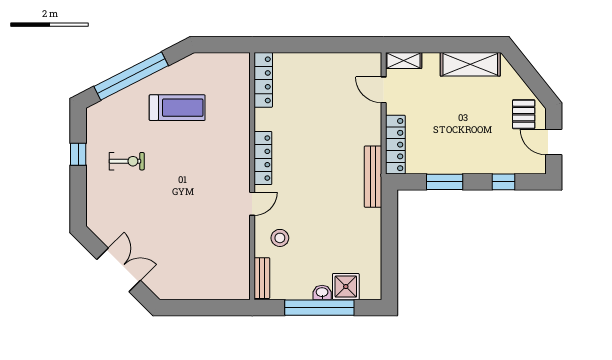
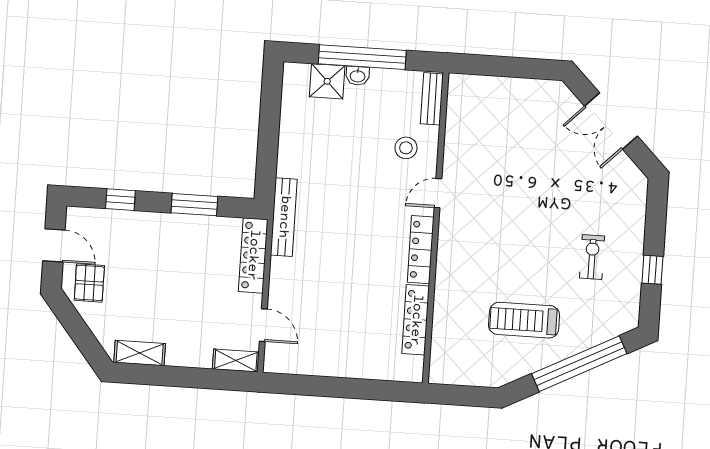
shelving: (470, 64) -> (140, 353), width x0.67, depth x0.75
locker: (263, 80) -> (416, 320), moved
exercise bike: (127, 161) -> (592, 257), turned 90

